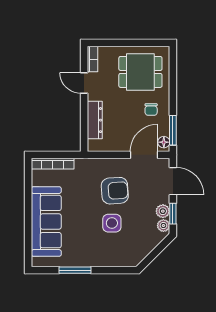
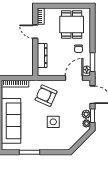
dining table: (140, 72) -> (72, 25), turned 90
armchair: (115, 191) -> (46, 96), moved, turned -152

